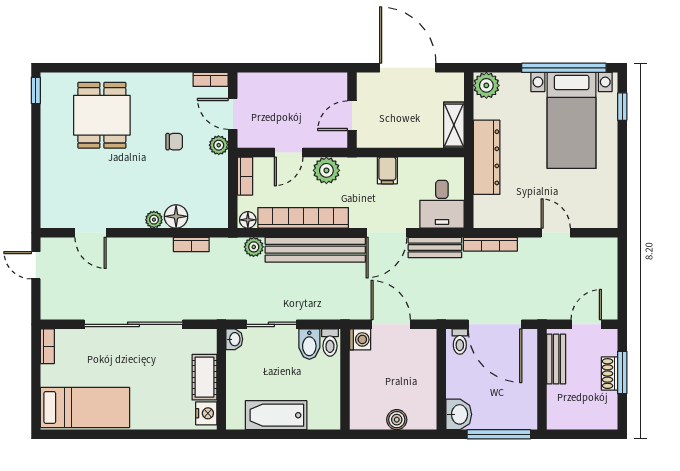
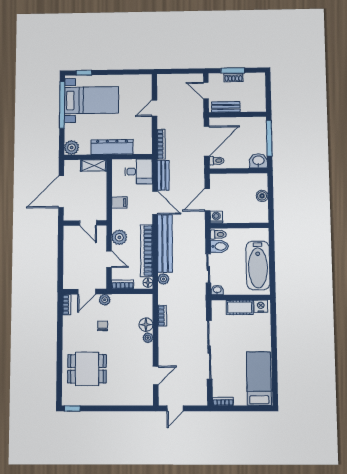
bathtub: (276, 415) -> (258, 265), width x1.36, depth x1.36

